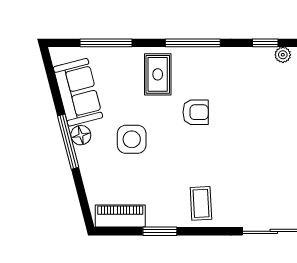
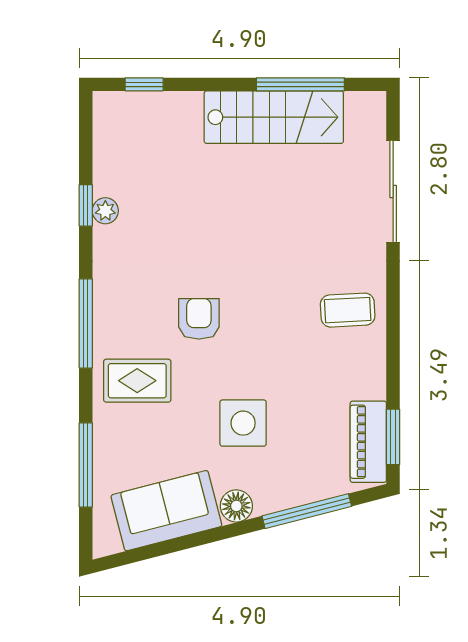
plant: (283, 55) -> (105, 211), moved
window: (68, 142) -> (307, 511), moved
window: (160, 231) -> (393, 437), moved

